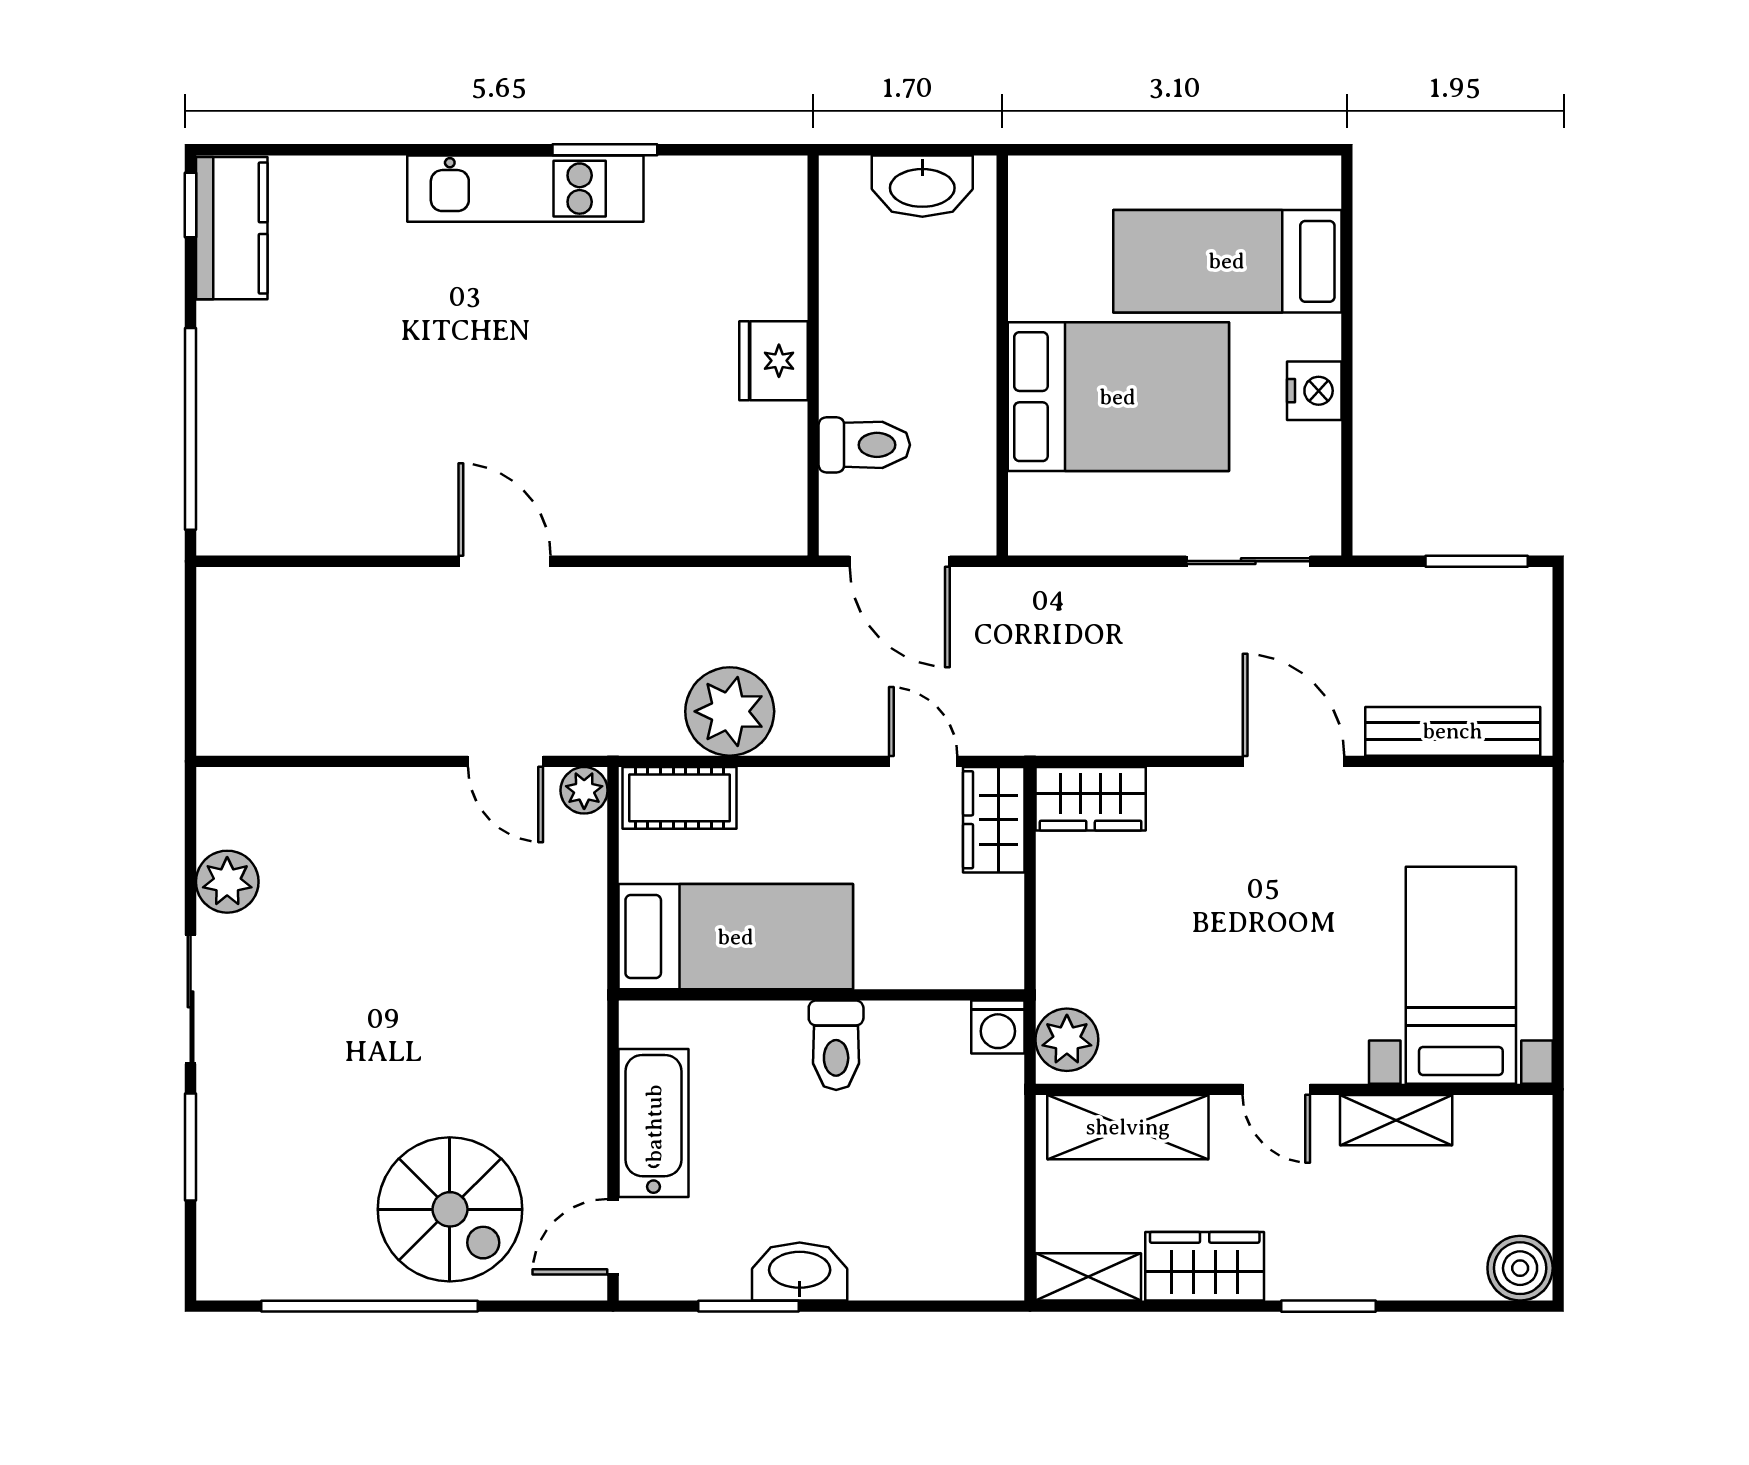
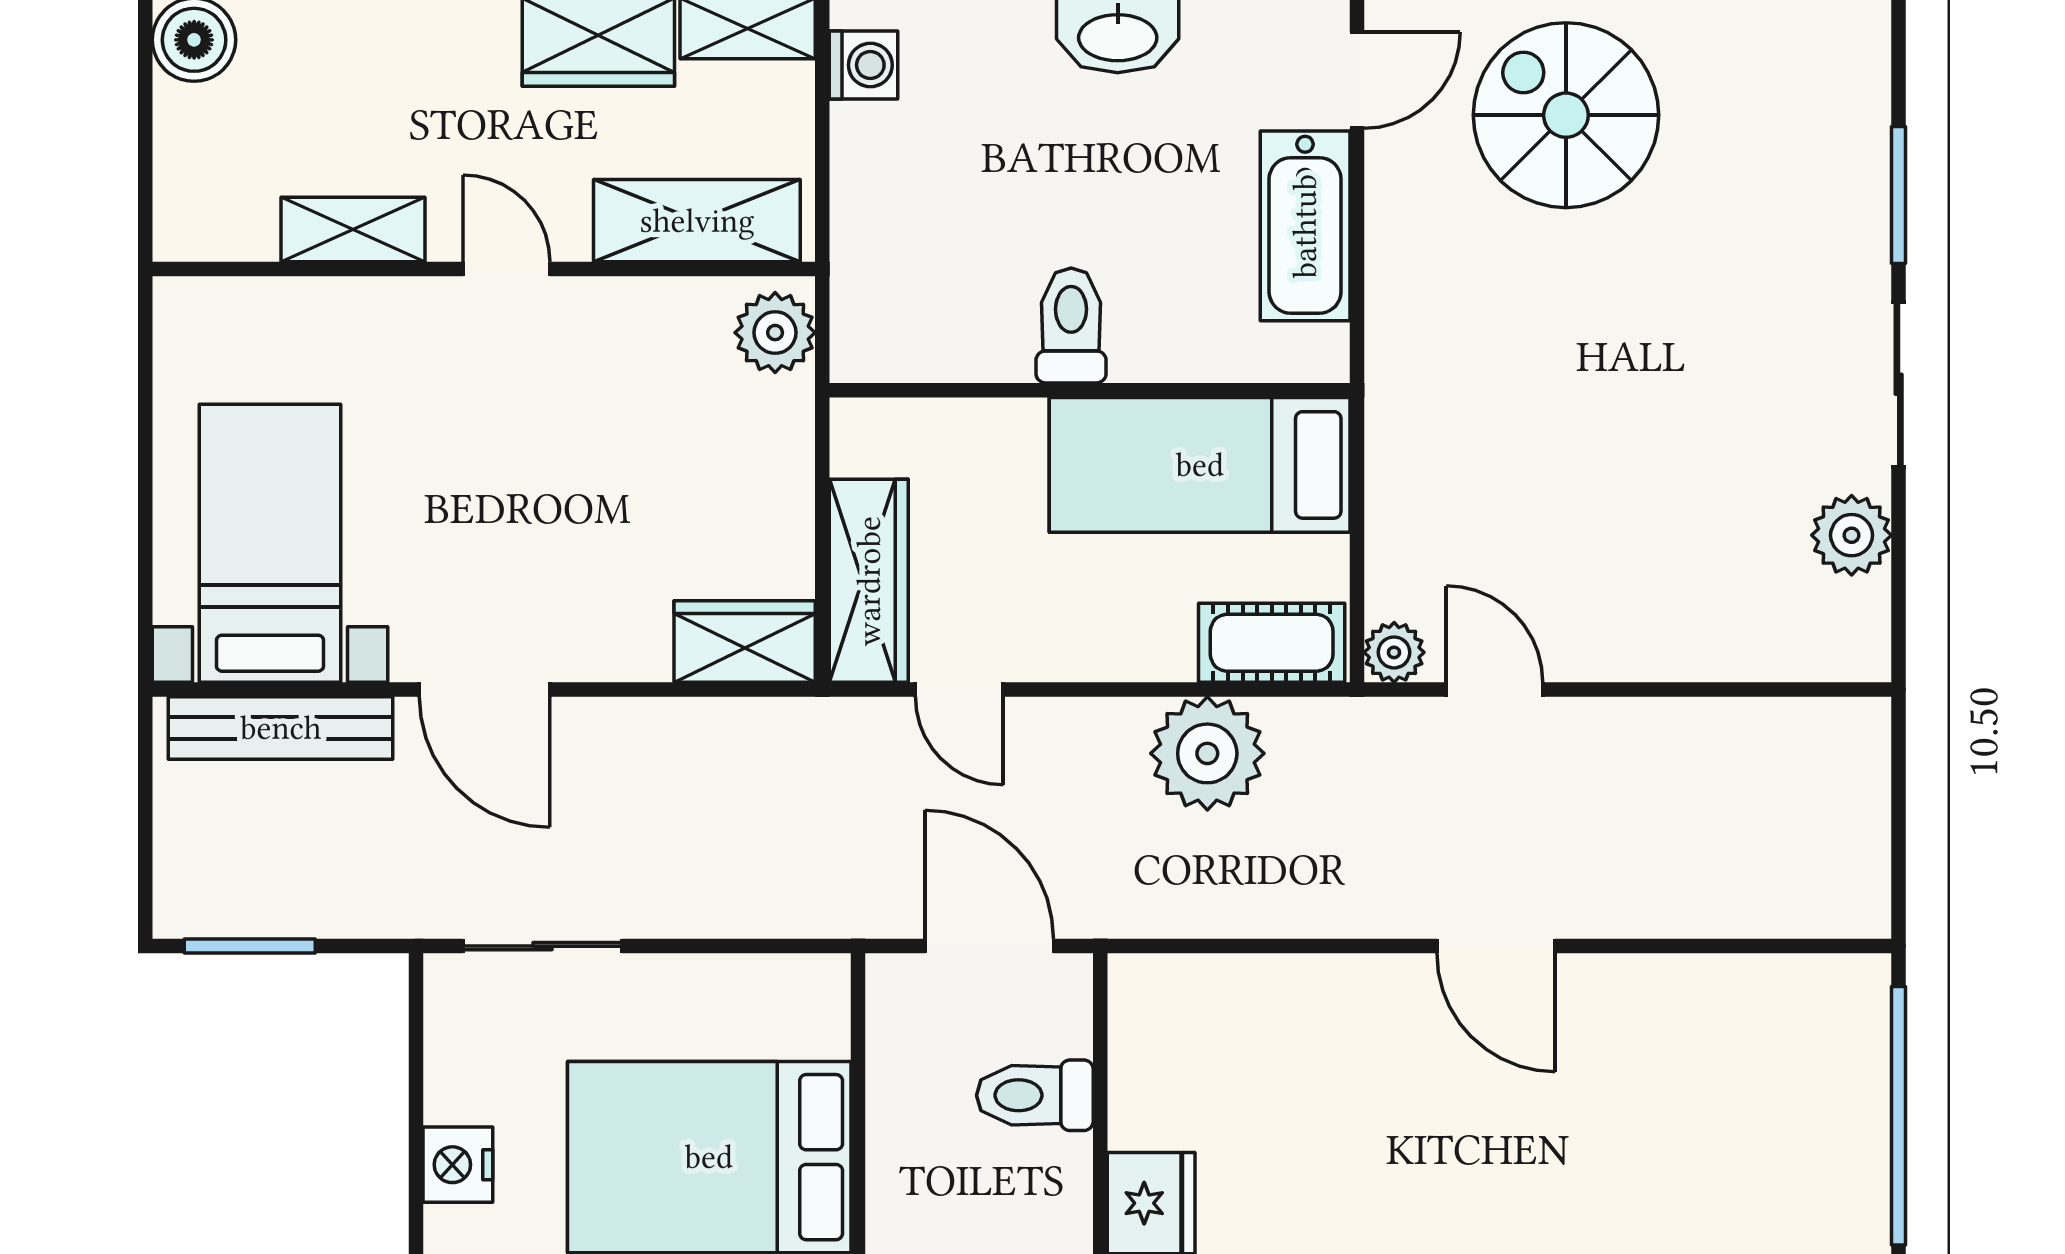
wardrobe: (994, 820) -> (869, 581), width x1.50
bed with nightstands: (1461, 975) -> (270, 543), moved, turned 180
washing machine: (998, 1027) -> (864, 65), moved, turned 90

